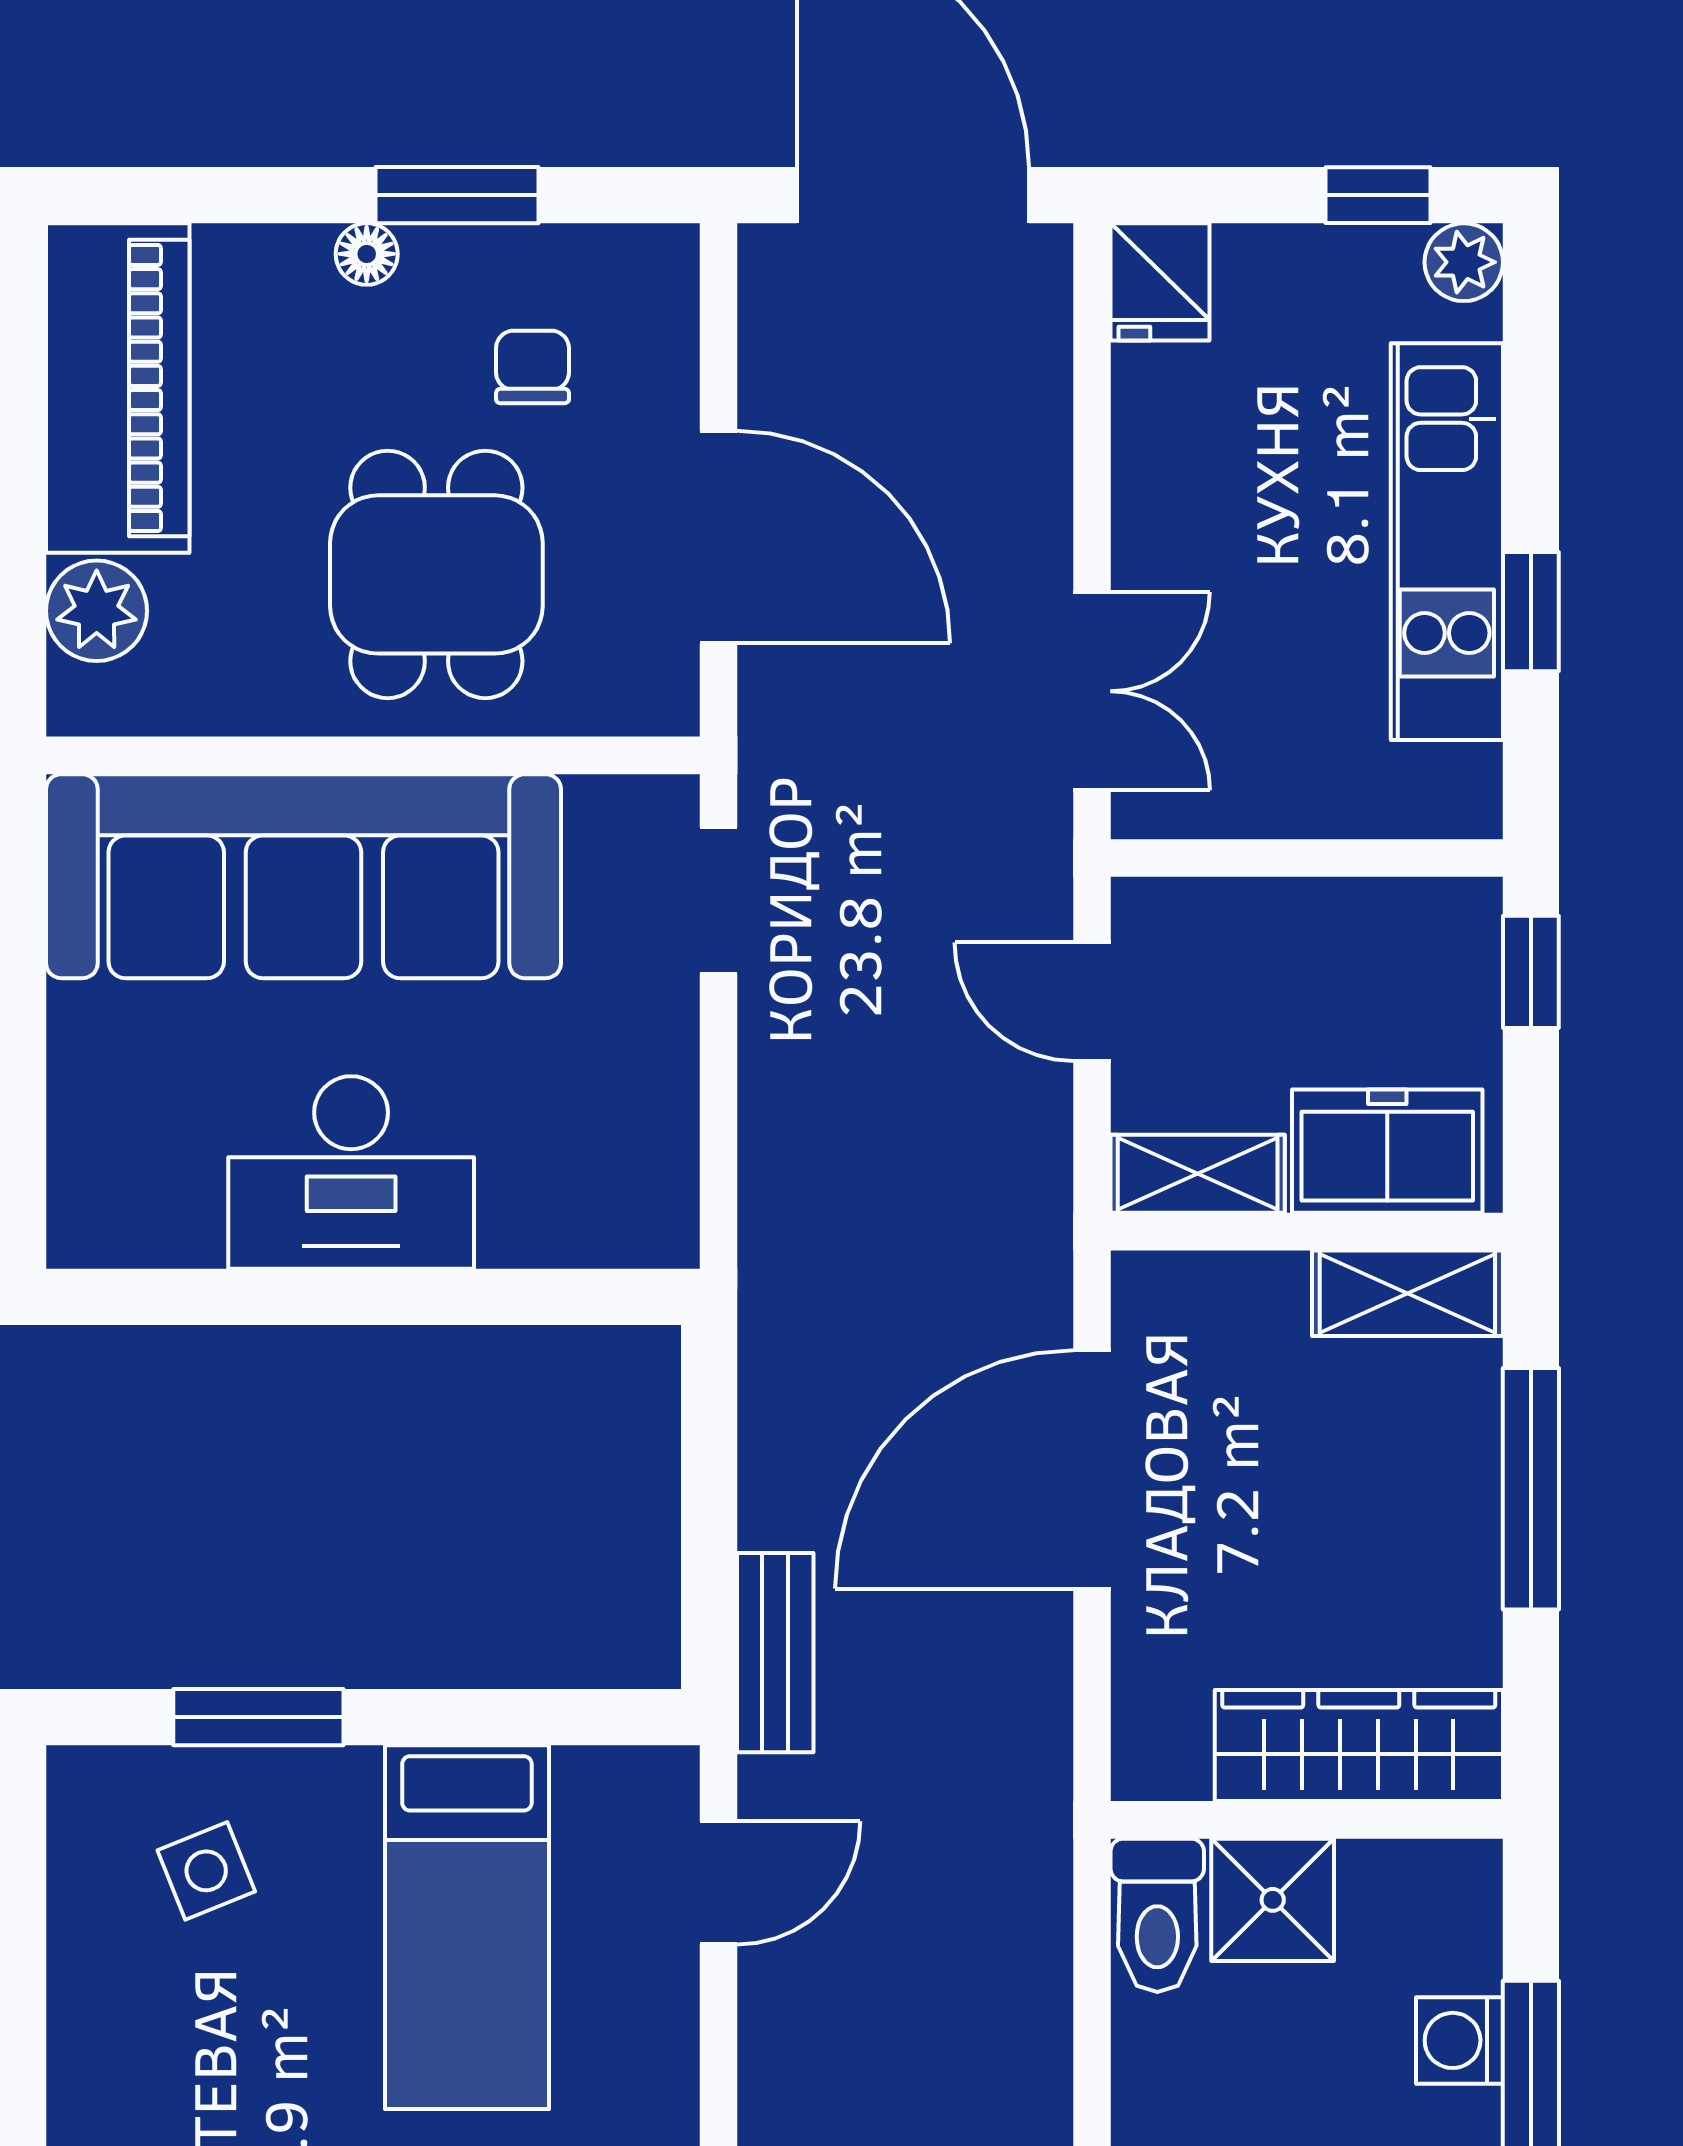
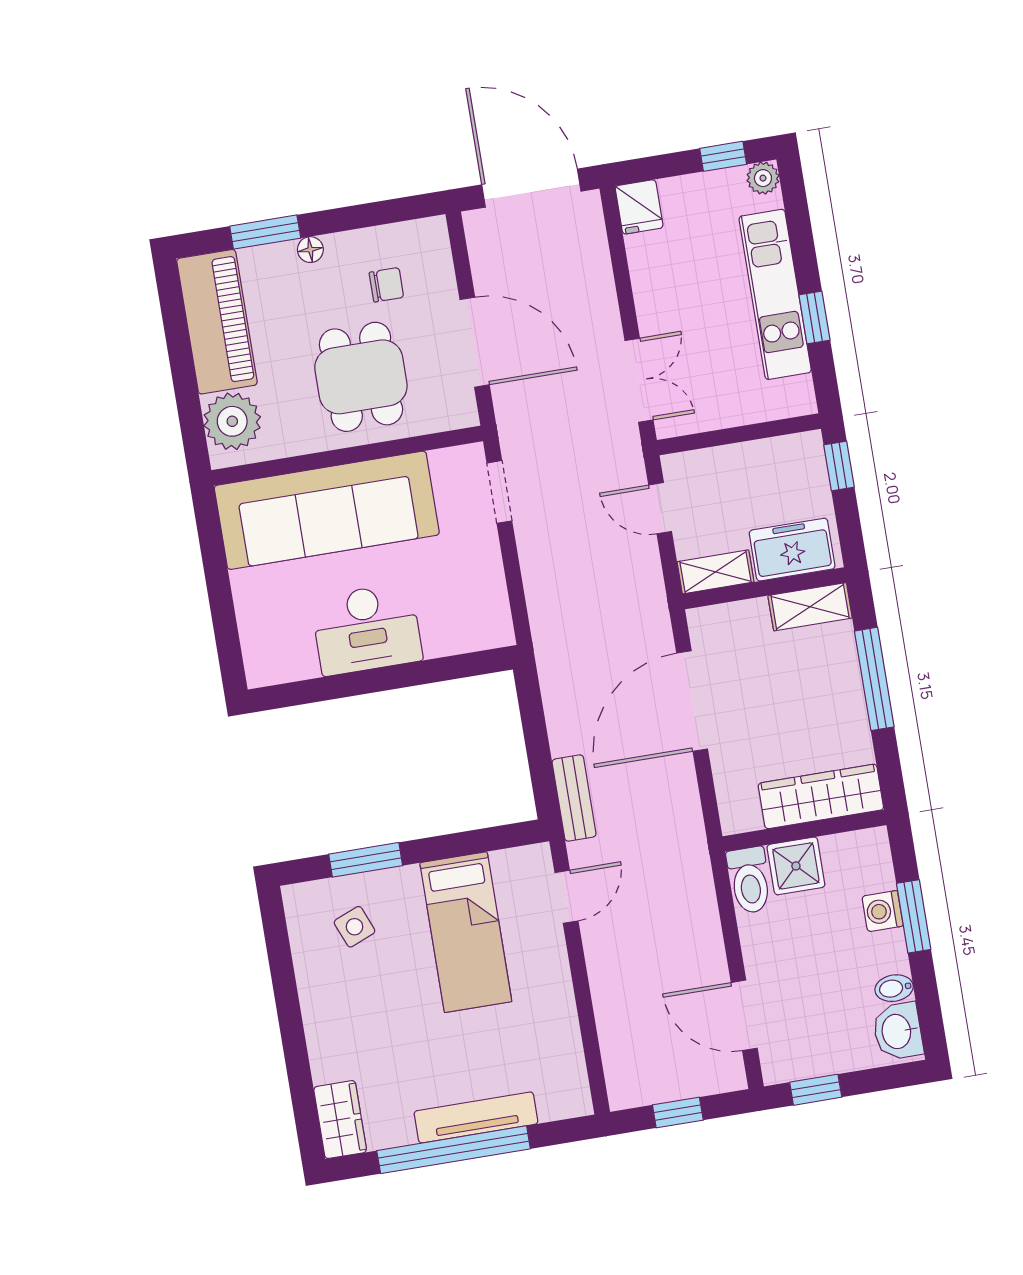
window: (457, 195) -> (265, 232), moved
chair: (532, 367) -> (386, 285), turned 90
plant: (97, 611) -> (232, 421), width x1.36, depth x1.36

